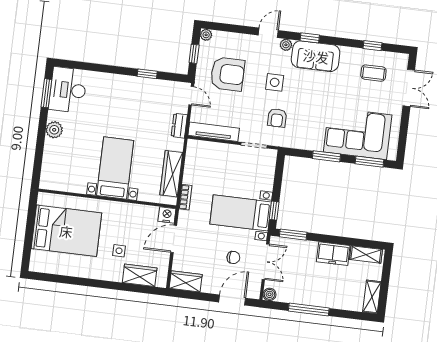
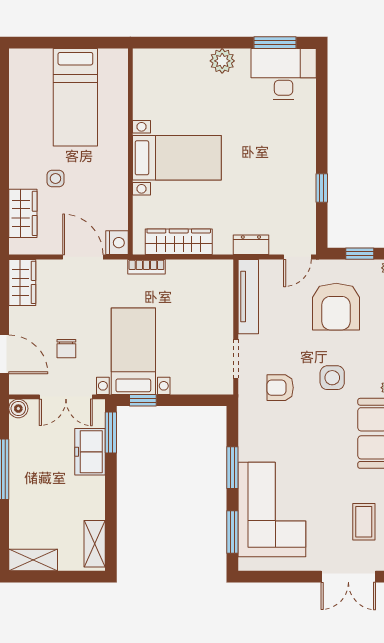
bed: (66, 231) -> (75, 97), width x0.67
freezer: (333, 254) -> (90, 452), moved

